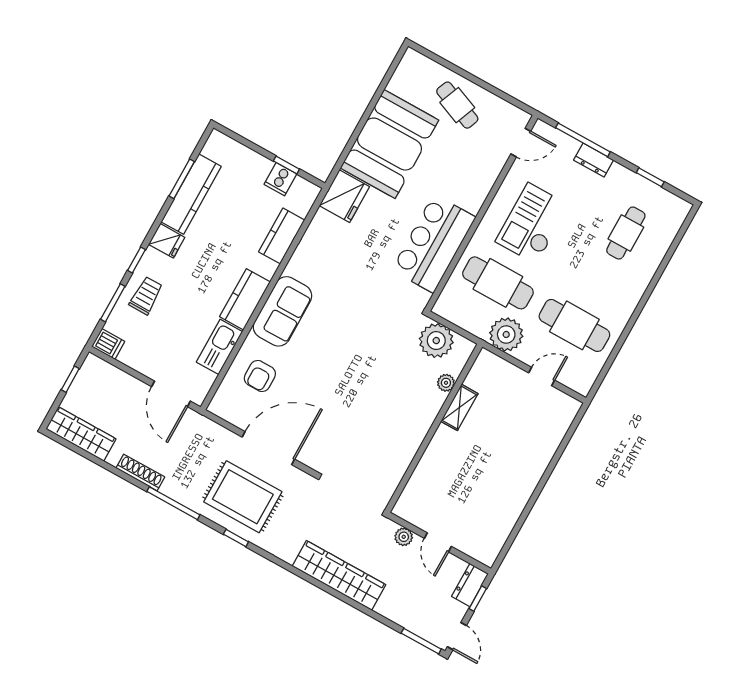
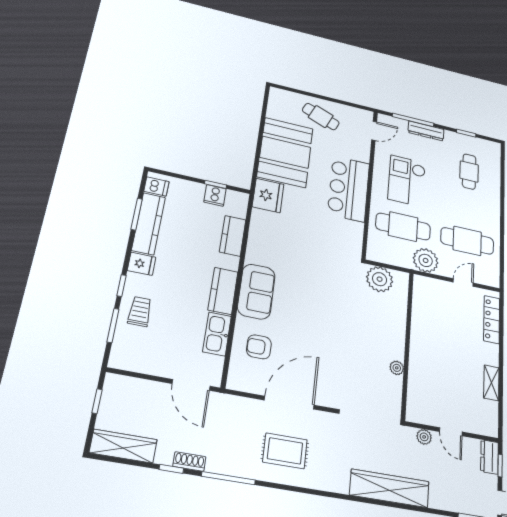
dresser: (594, 160) -> (426, 131), width x1.44
bar counter: (434, 244) -> (349, 189), moved
dishwasher: (108, 344) -> (156, 186), moved
armchair: (260, 376) -> (259, 347), turned 90
plant: (446, 383) -> (397, 368), moved
shelving: (459, 407) -> (491, 383), moved
locker: (555, 433) -> (492, 319), added
shoe rack: (140, 473) -> (189, 462), width x0.70
rug: (243, 497) -> (285, 451), width x0.73, depth x0.70
window: (236, 538) -> (171, 469), moved

